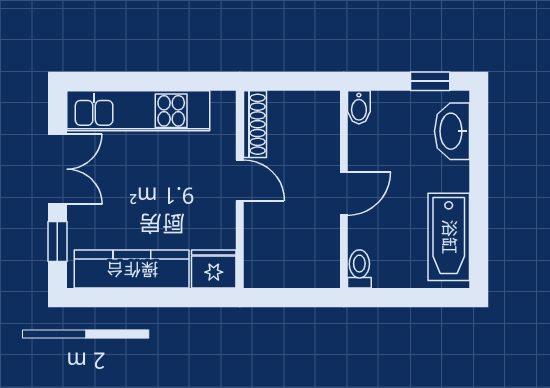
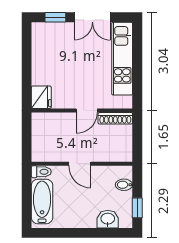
bidet: (359, 107) -> (124, 185), moved
washbasin: (452, 131) -> (108, 219), width x0.72
bathtub: (449, 237) -> (42, 201), moved, turned 90
kitchen counter: (132, 269) -> (41, 55), removed

